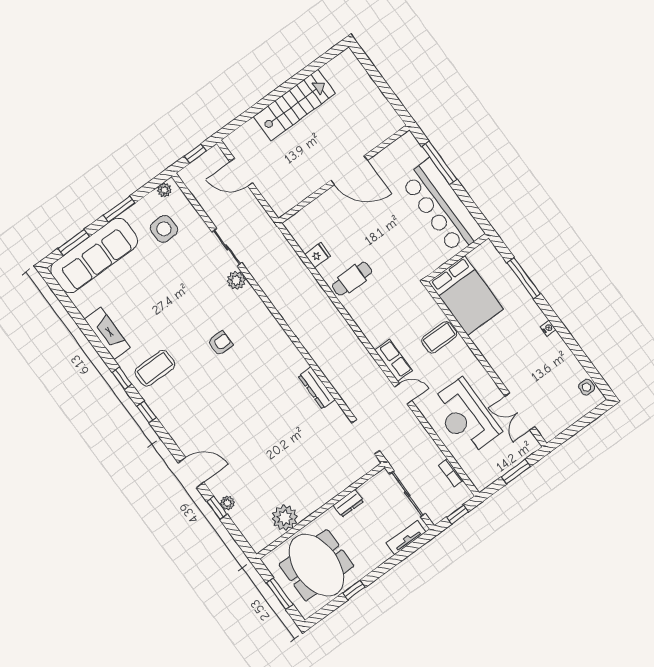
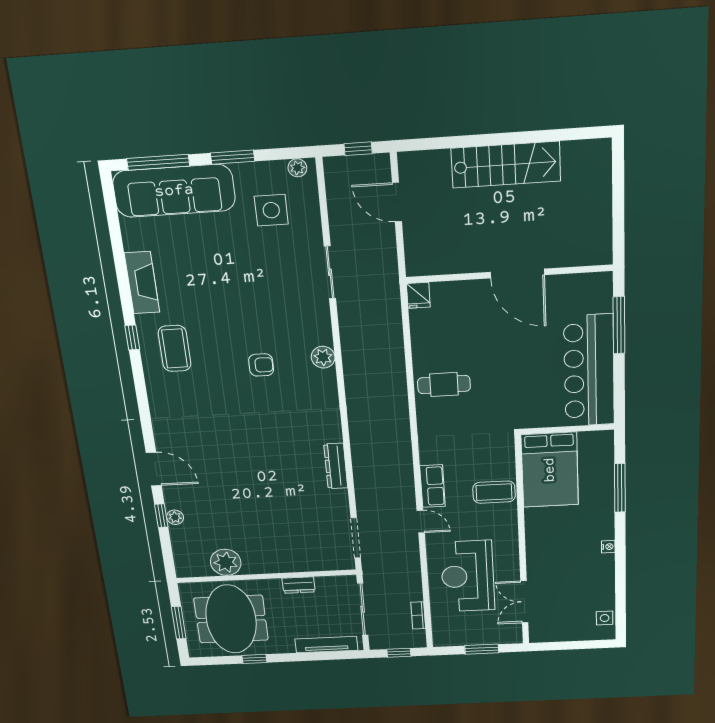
window: (74, 242) -> (158, 162), width x1.44
fridge: (318, 255) -> (418, 295), moved, turned 90
plant: (236, 280) -> (323, 357), moved
coffee table: (155, 368) -> (175, 348), turned 90
window: (147, 412) -> (140, 386), removed
tv unit: (406, 538) -> (326, 645), width x1.41

